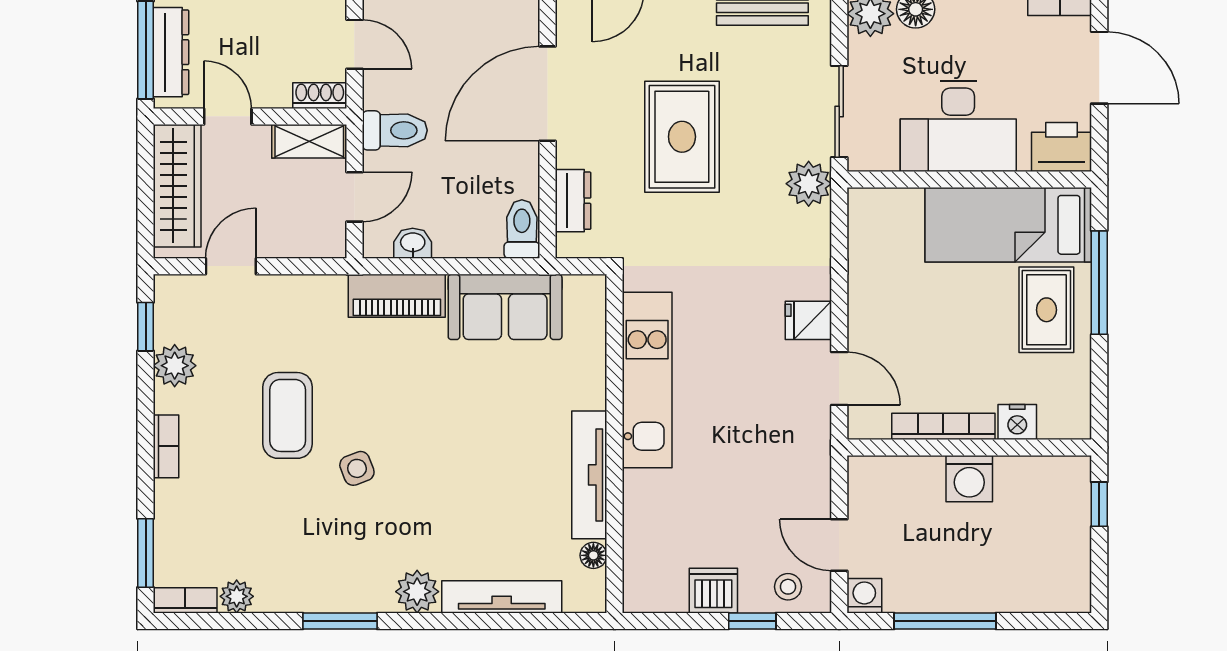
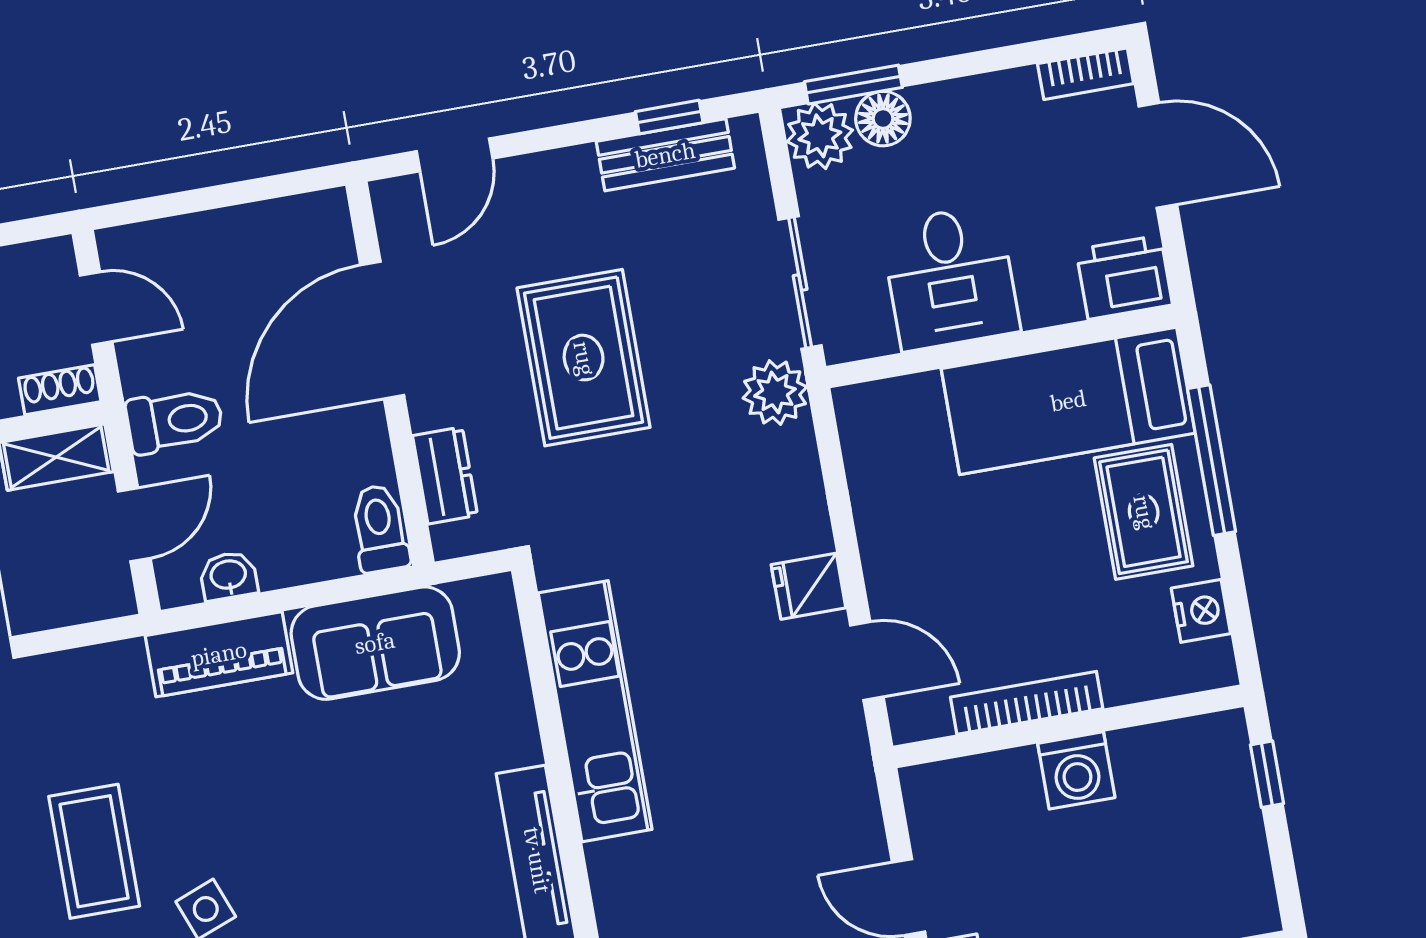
desk: (958, 126) -> (950, 278), width x0.73
nightstand: (1017, 422) -> (1201, 611), moved, turned -90

